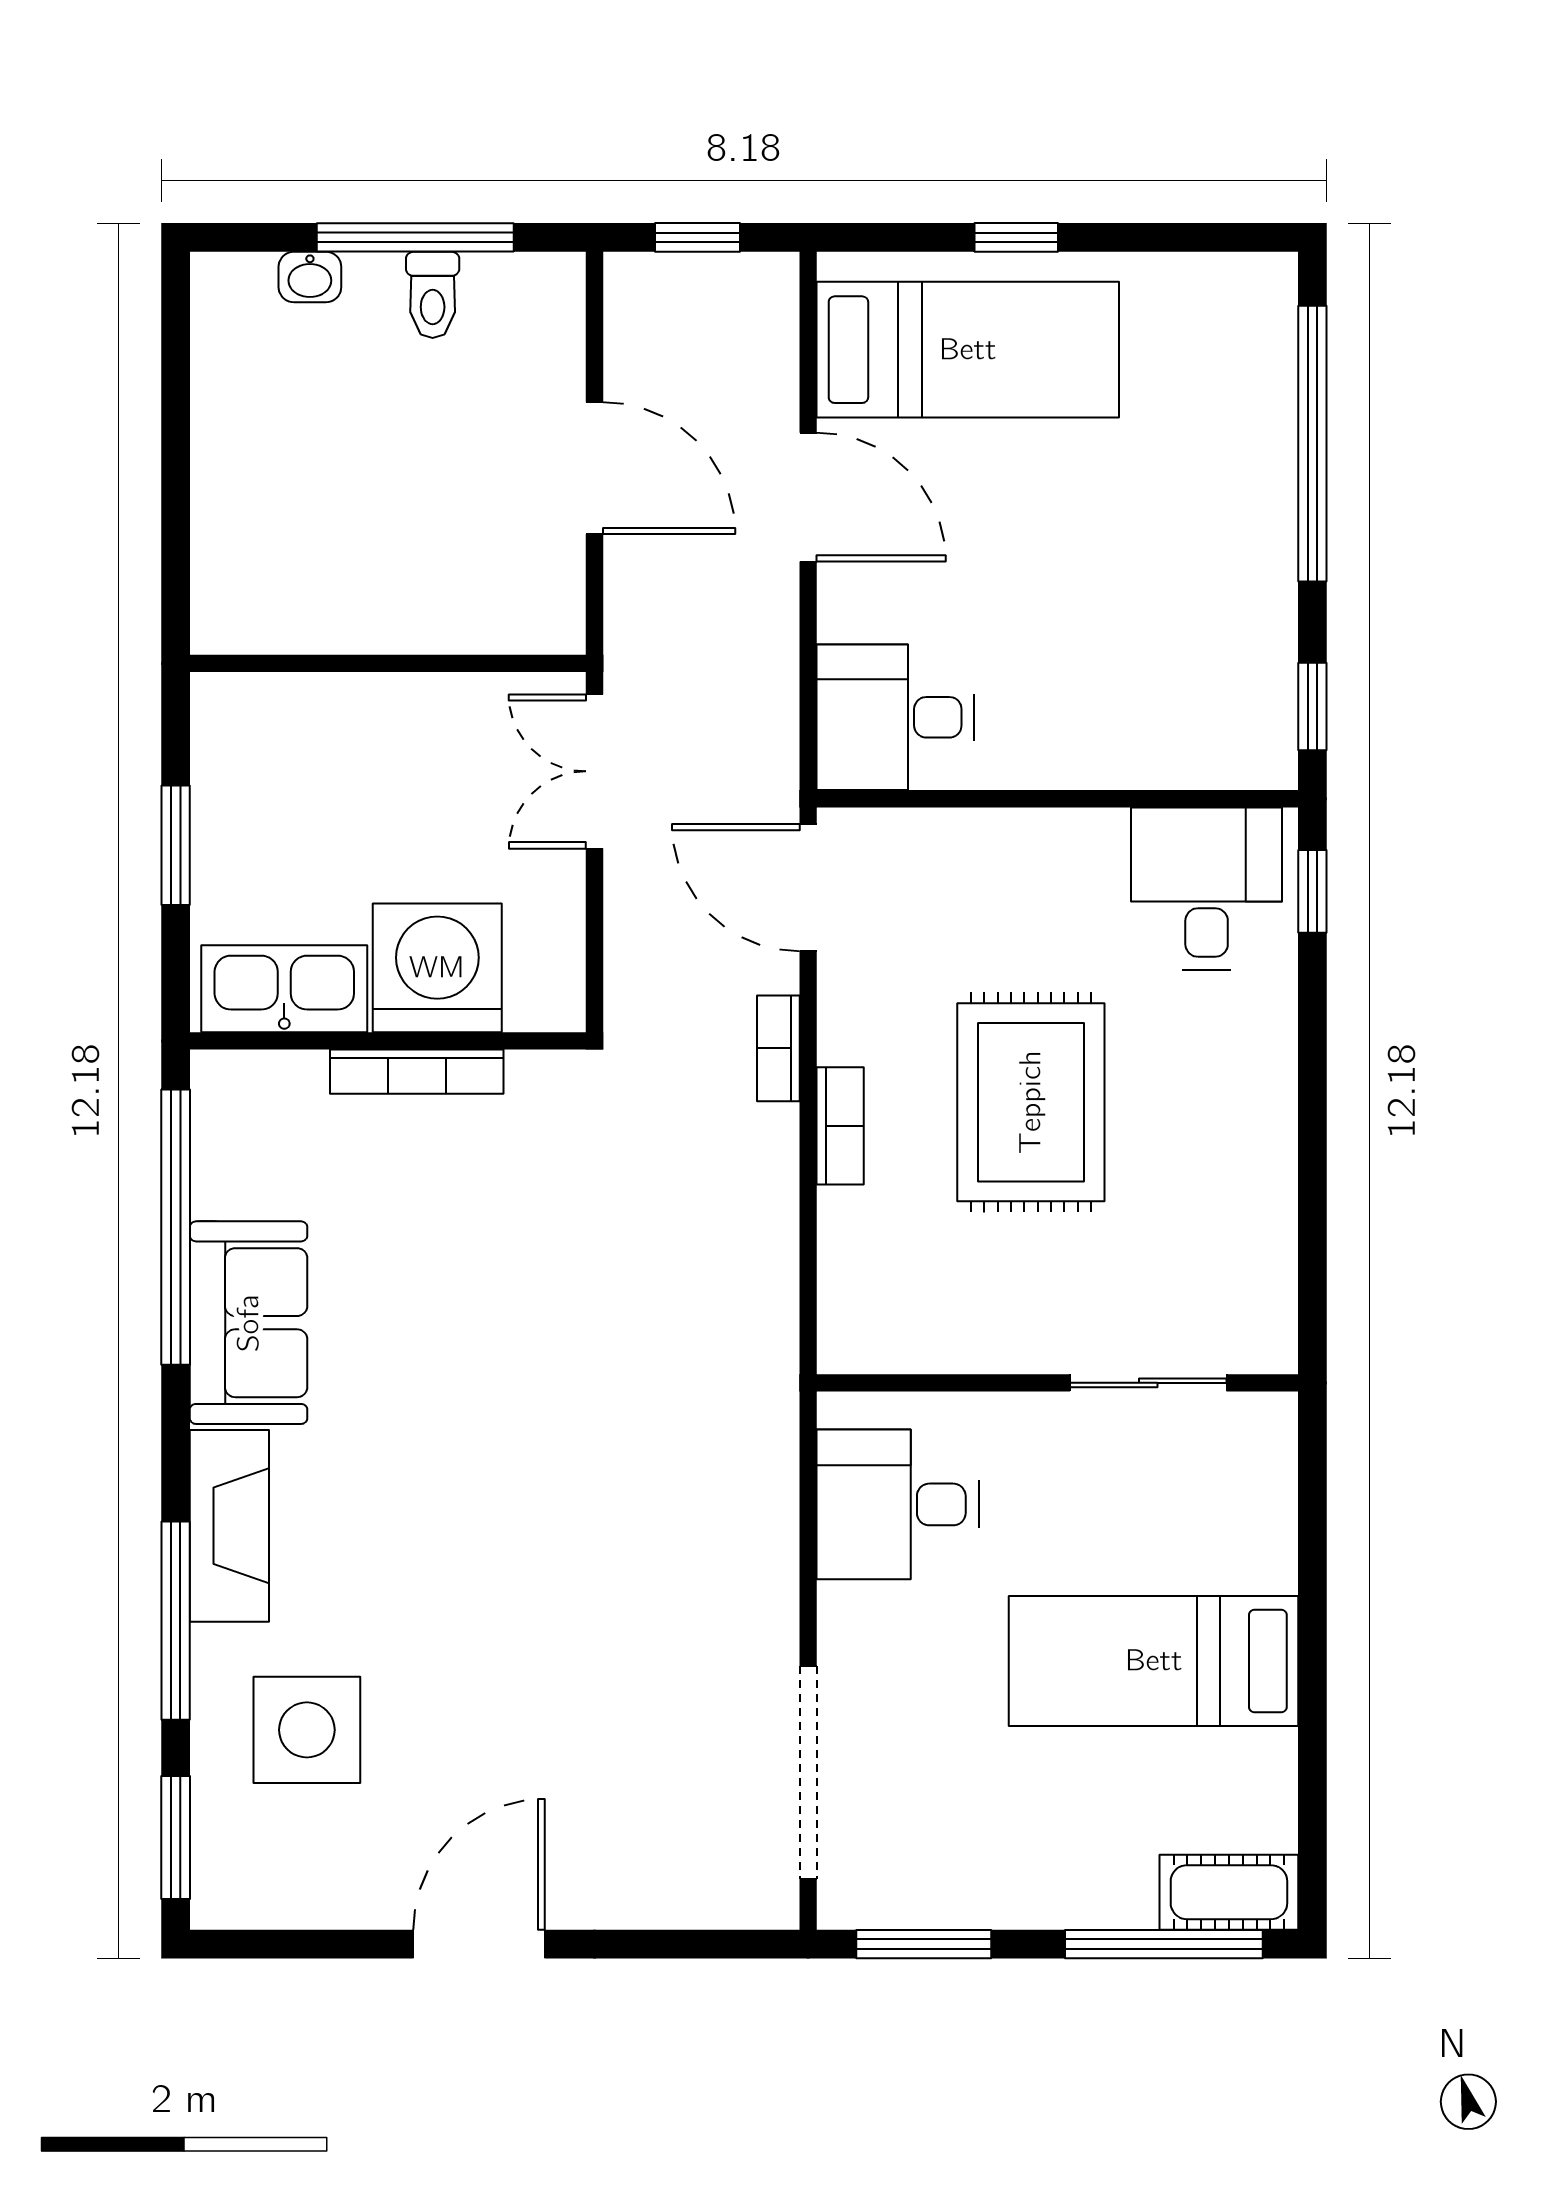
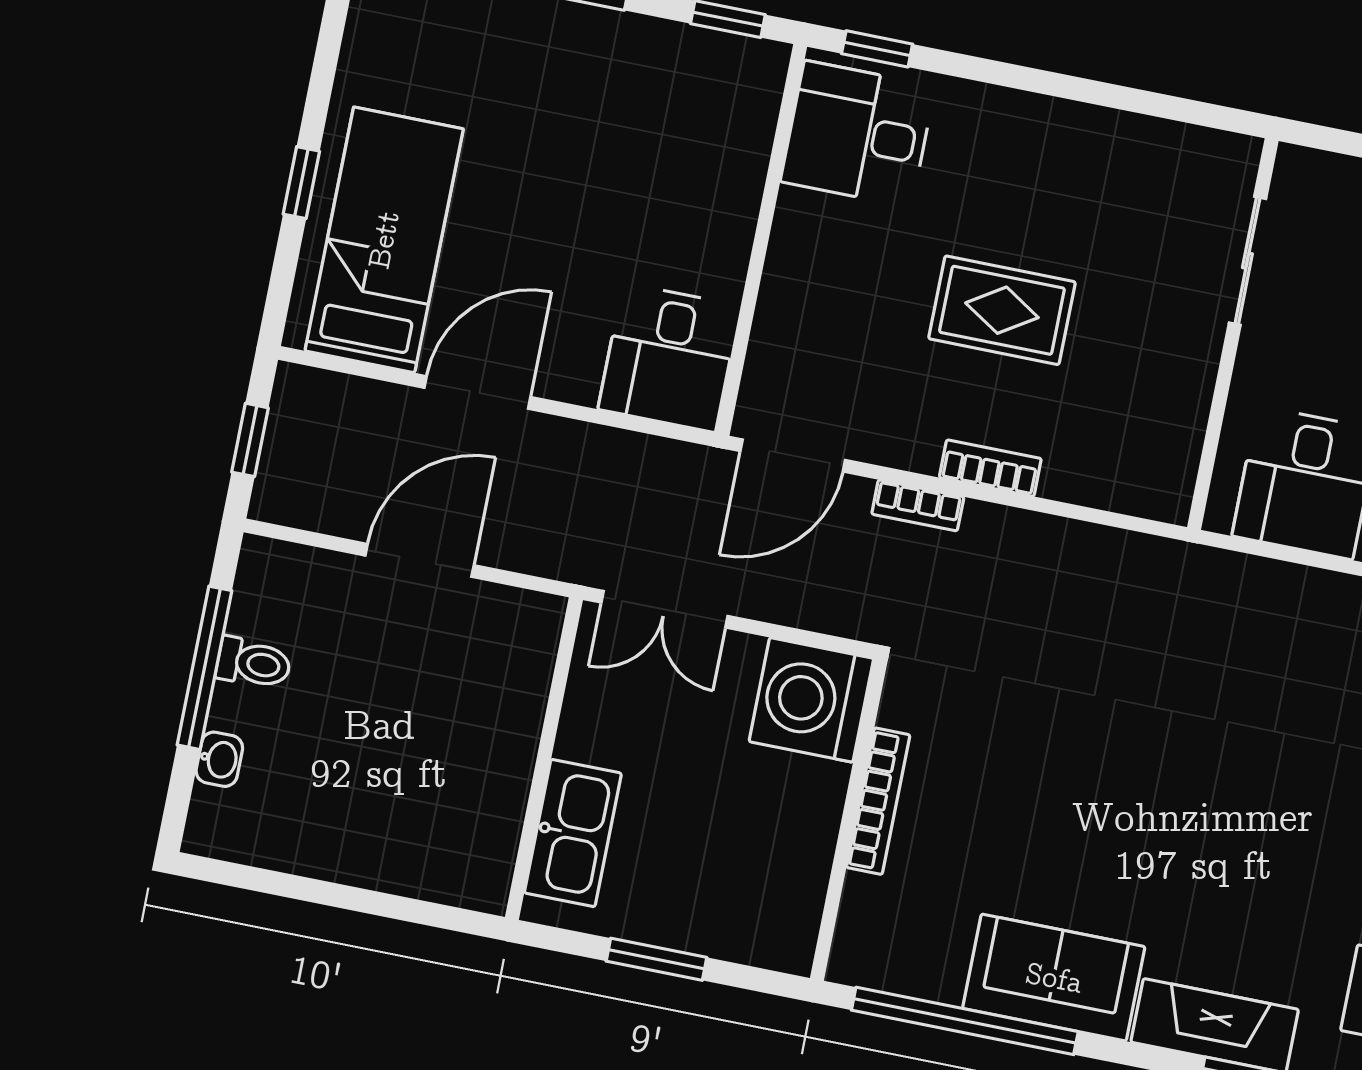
washing machine: (437, 968) -> (811, 700), moved
kitchen sink: (284, 989) -> (573, 833), moved, turned 180
rug: (1031, 1102) -> (1002, 310), width x0.73, depth x0.70

